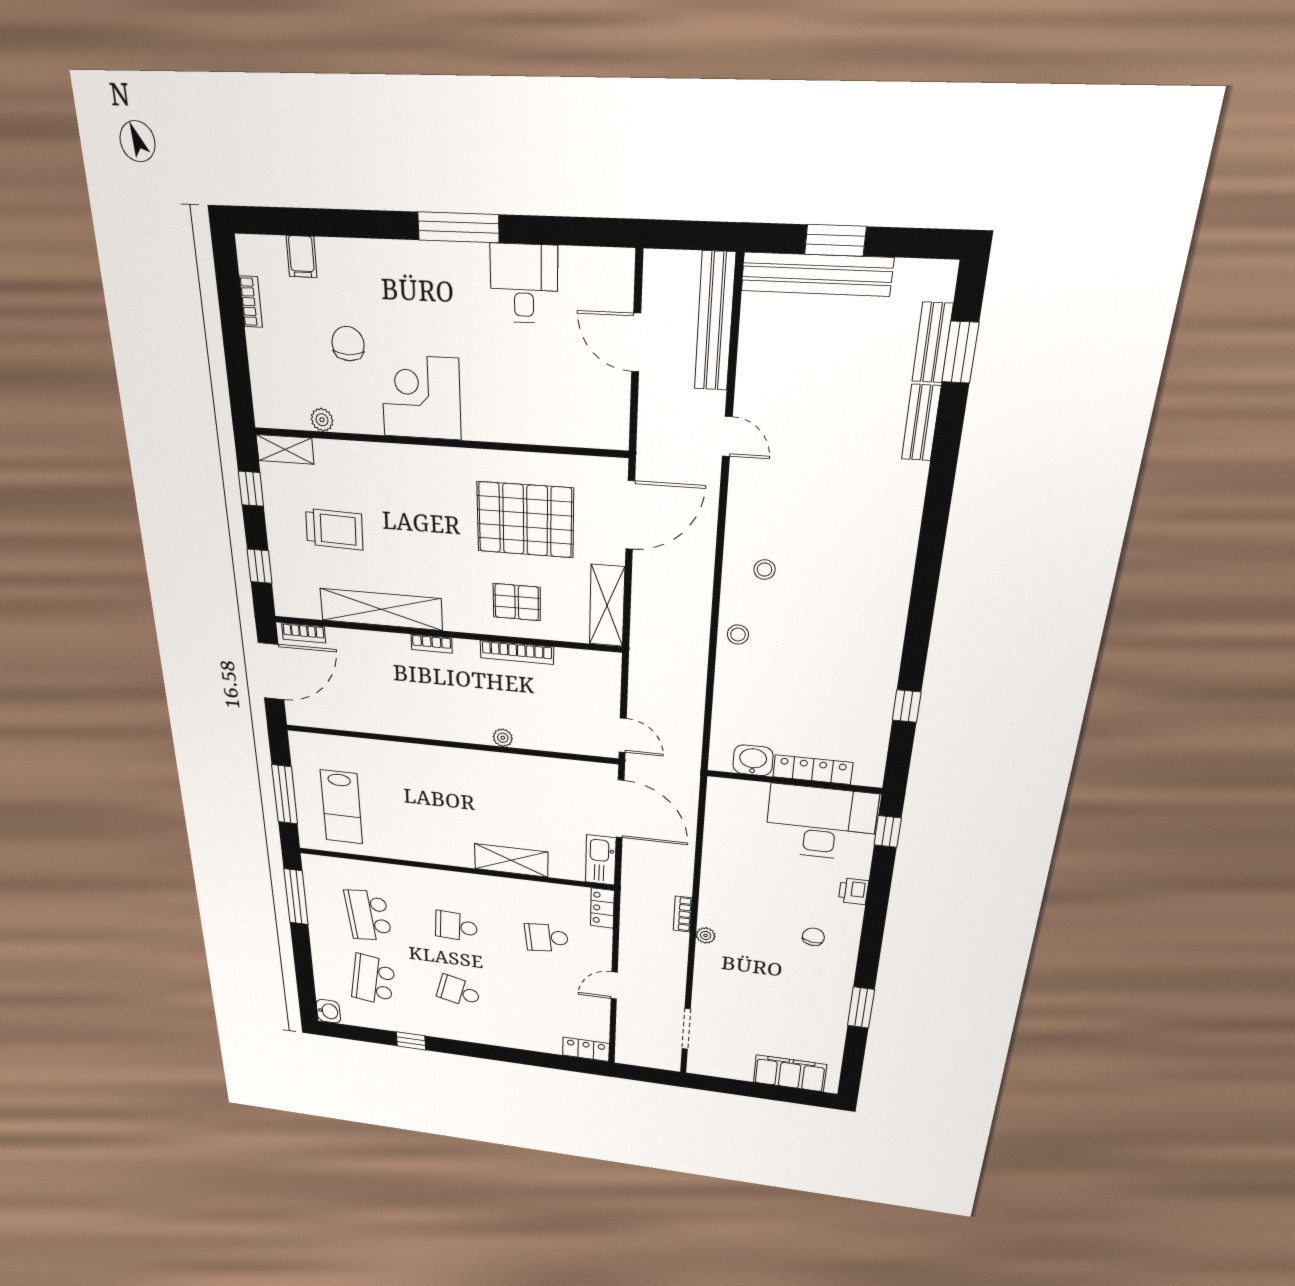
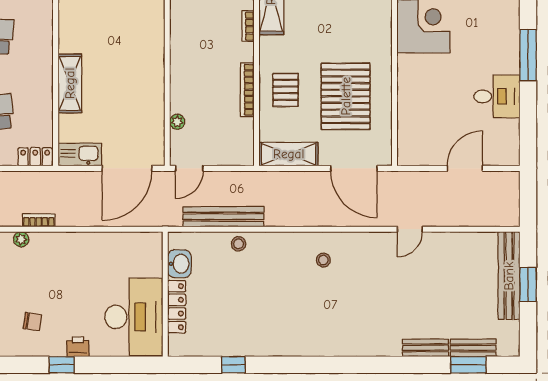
bench: (715, 322) -> (223, 217), moved
stool: (738, 635) -> (239, 244), moved
plant: (503, 738) -> (177, 122), moved
window: (888, 831) -> (62, 365), moved

